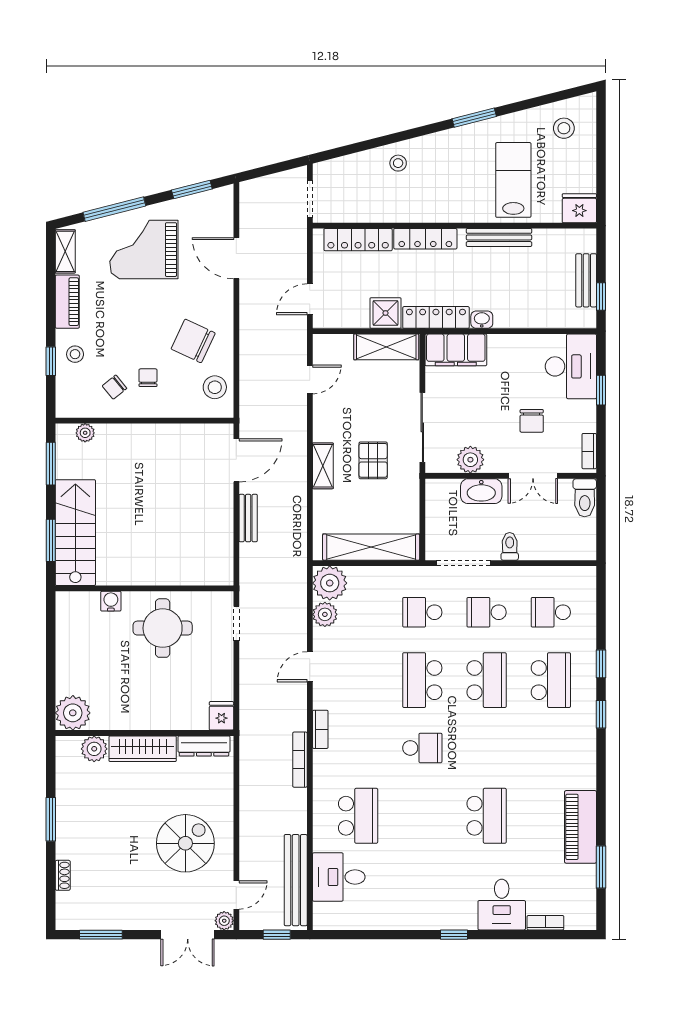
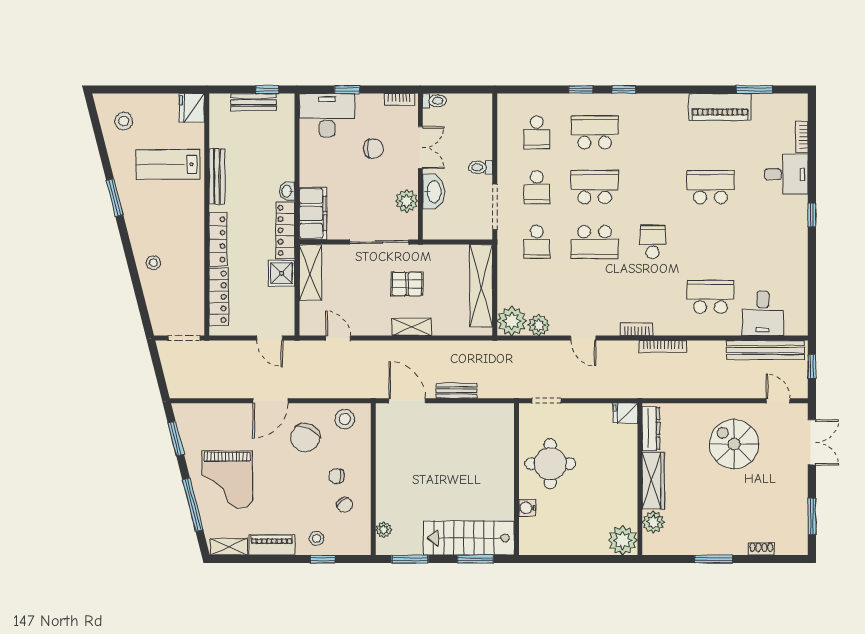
door: (236, 258) -> (270, 401), moved
toilet: (585, 498) -> (435, 101), width x0.73, depth x0.72
plant: (224, 921) -> (800, 411), removed

